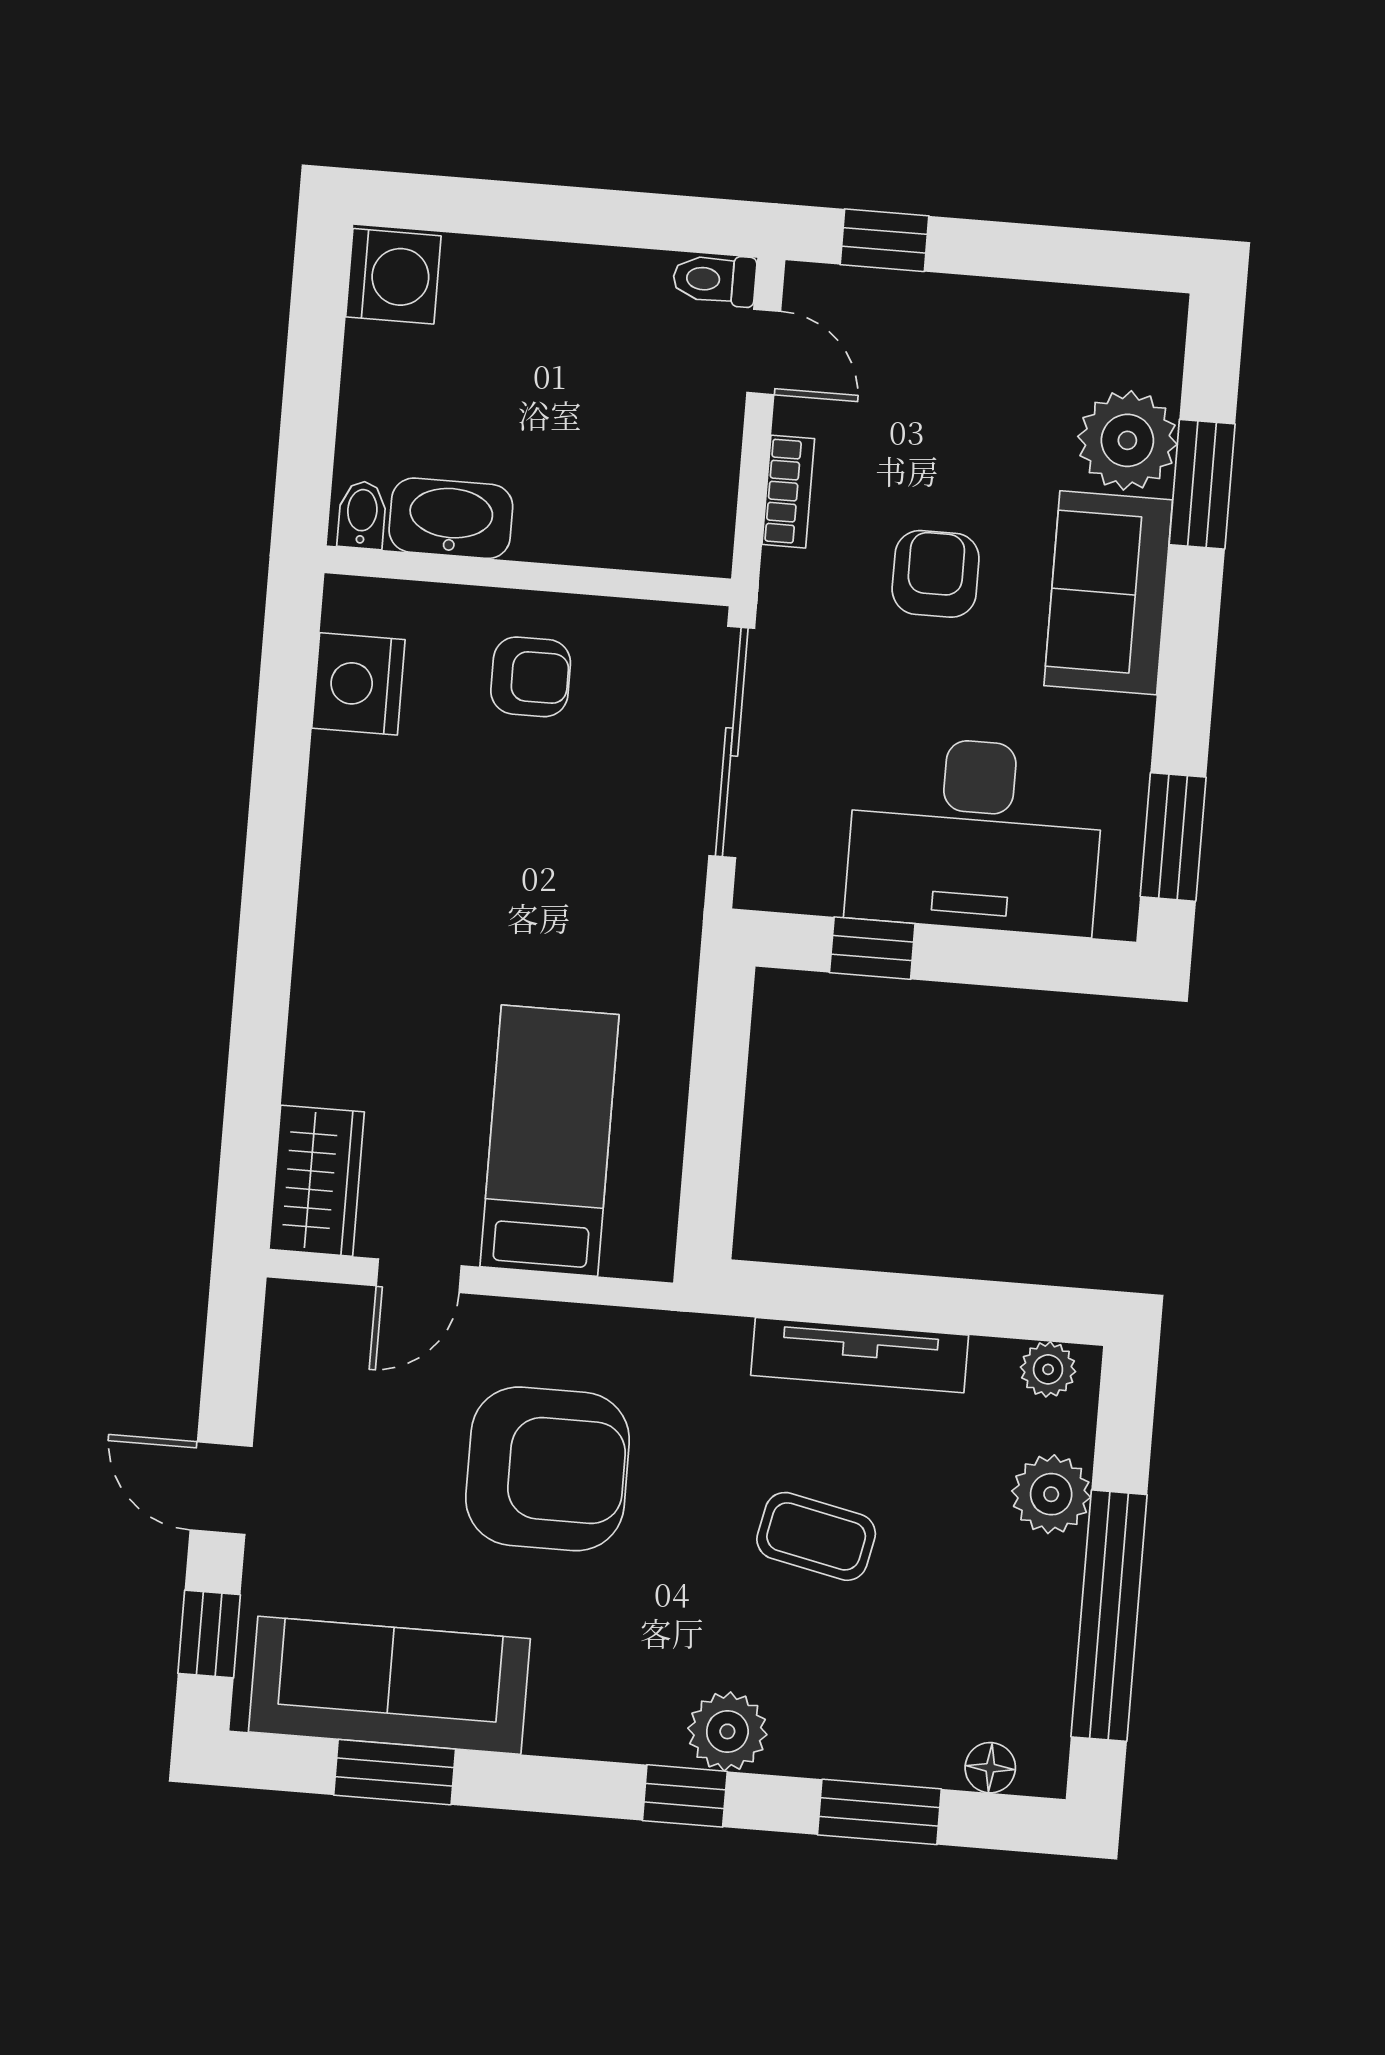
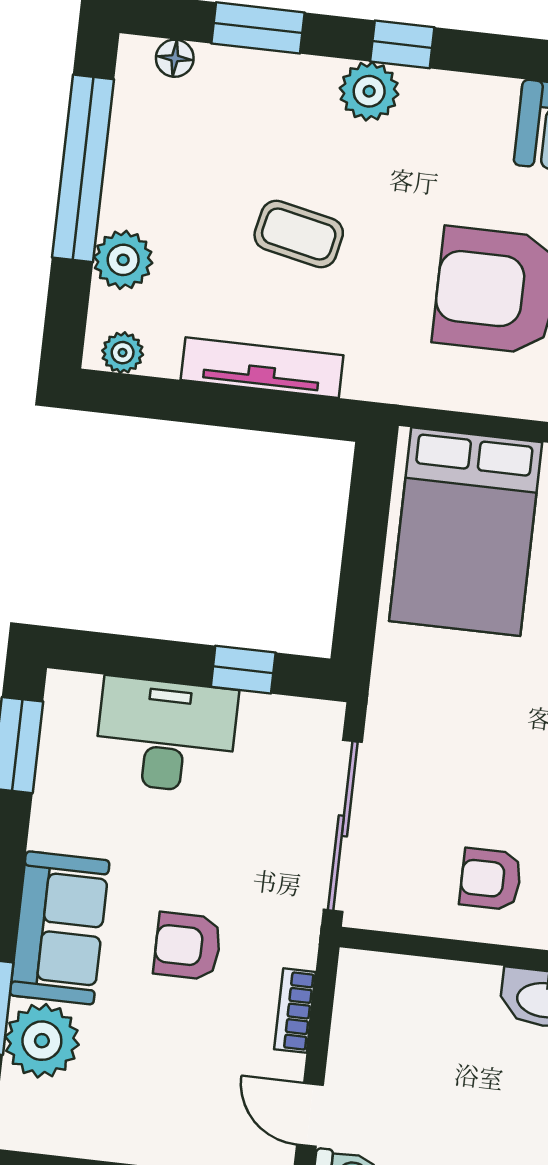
armchair: (936, 574) -> (187, 946), turned 90
desk: (975, 835) -> (166, 735), width x0.73, depth x0.77
bed: (549, 1141) -> (466, 532), width x1.50

